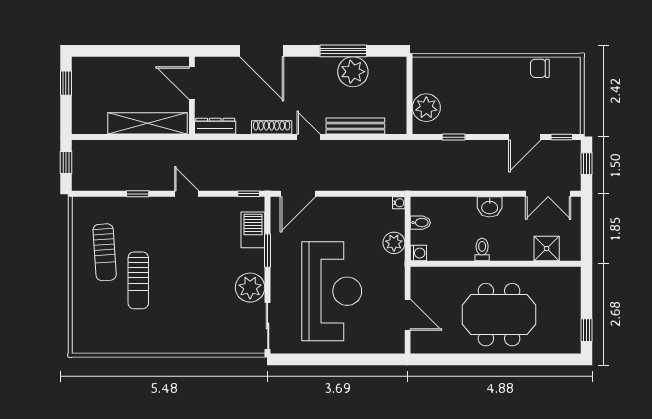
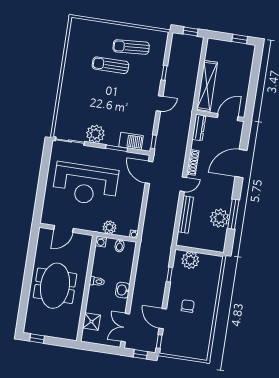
chair: (540, 68) -> (188, 306), moved

